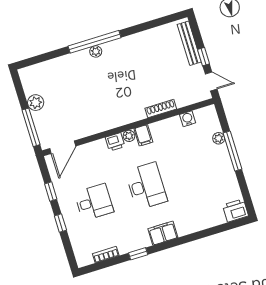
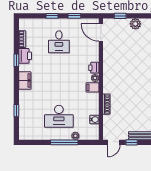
window: (31, 127) -> (120, 16), width x0.46
desk: (146, 186) -> (59, 116), moved
printer: (235, 210) -> (25, 56), moved
window: (209, 232) -> (16, 111), added

